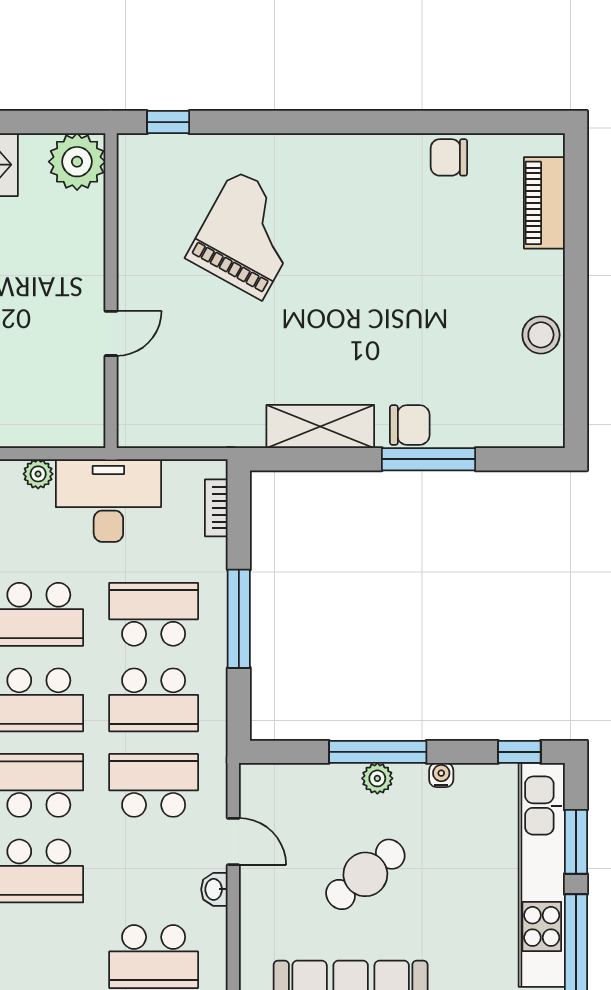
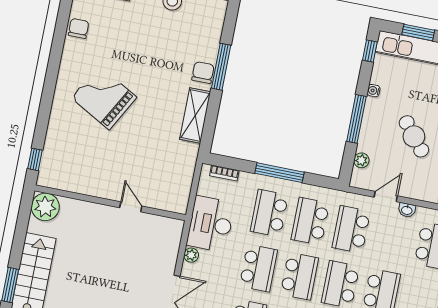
chair: (449, 157) -> (79, 28), turned 180
grand piano: (248, 235) -> (104, 98), moved
school desk: (154, 700) -> (310, 221), turned 180
plant: (377, 778) -> (361, 160), moved

